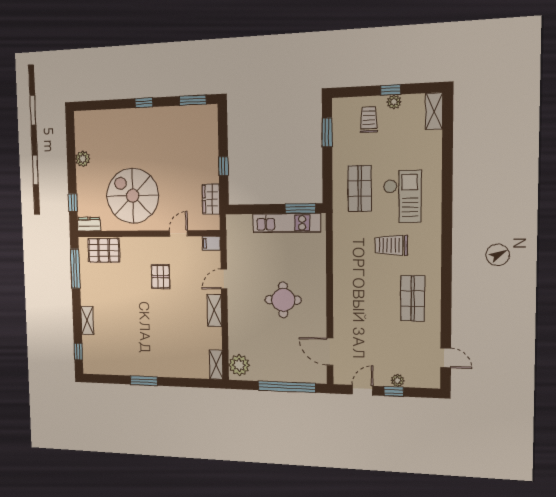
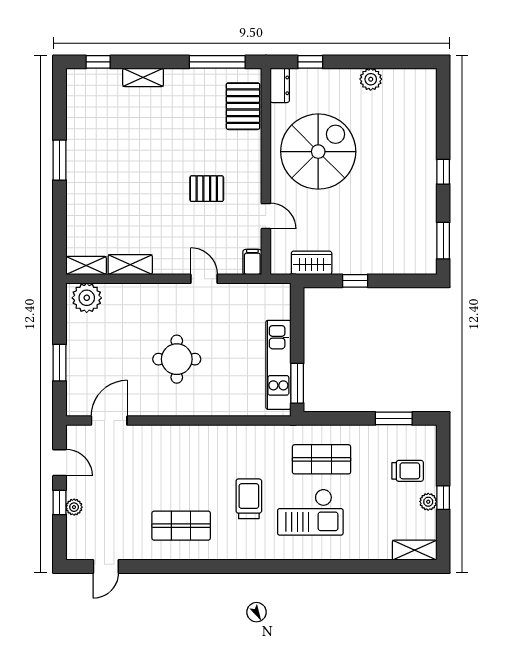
shelving: (214, 310) -> (130, 265), moved
window: (287, 387) -> (60, 363), width x0.47

